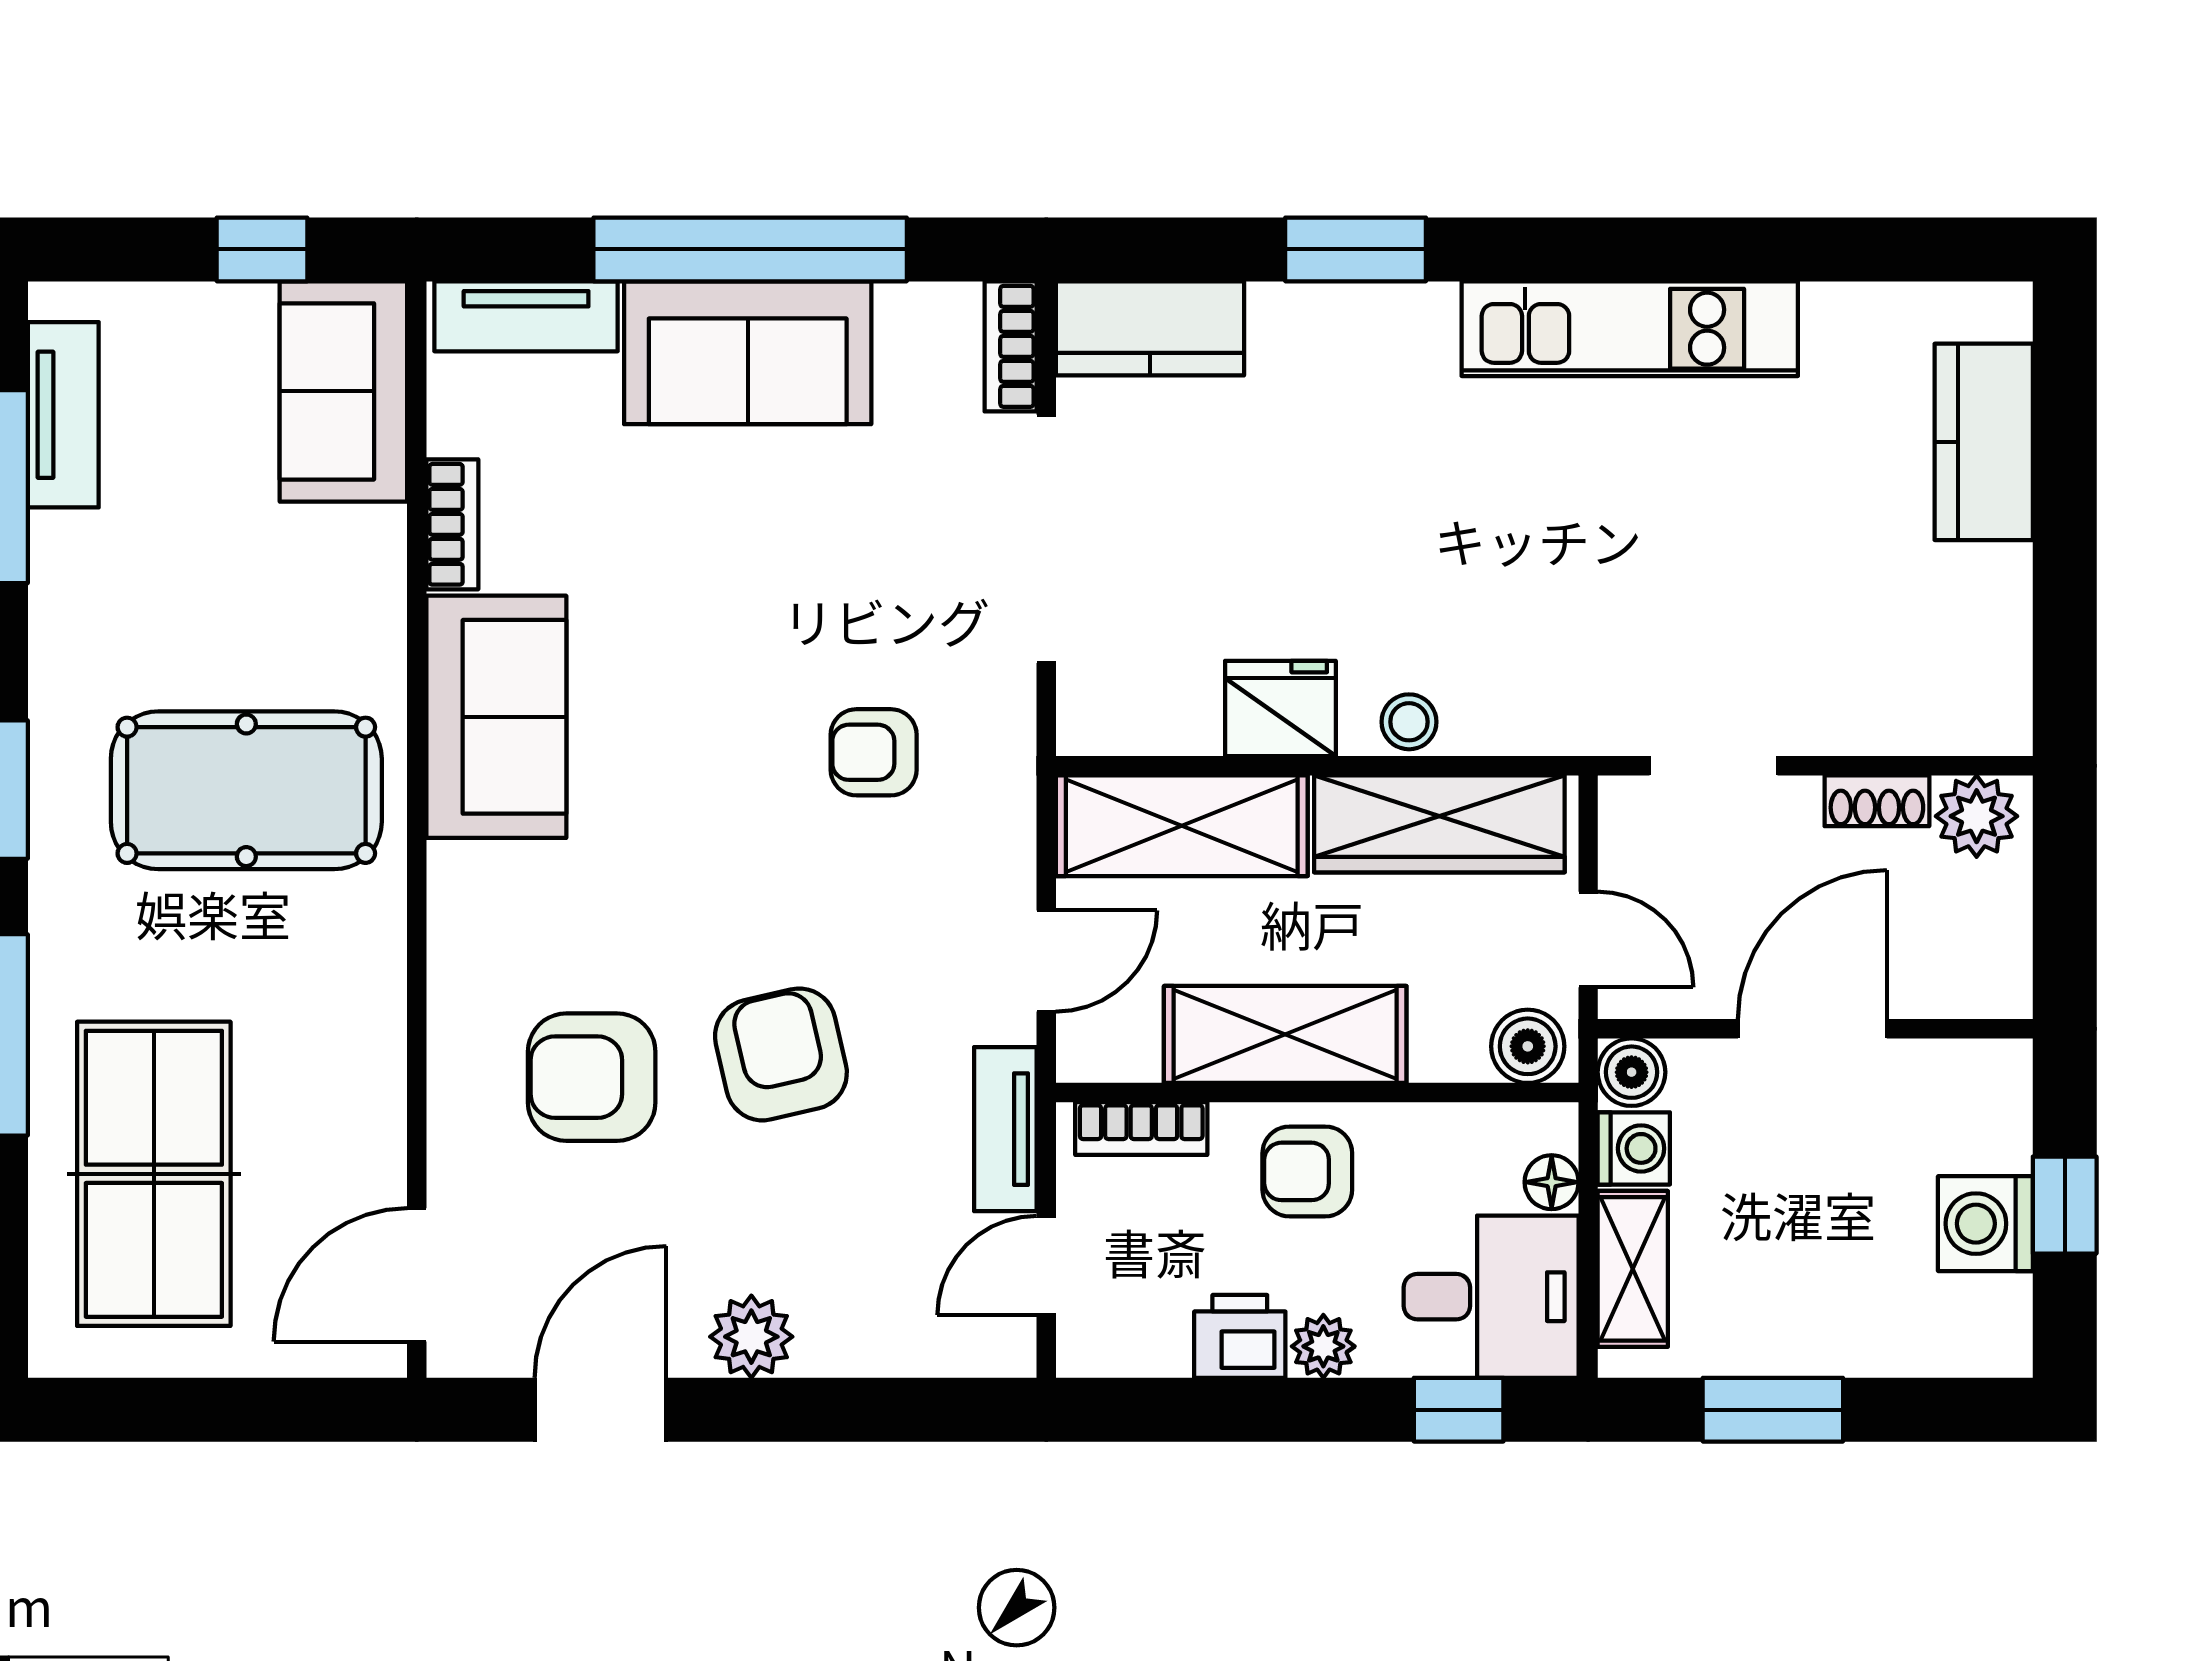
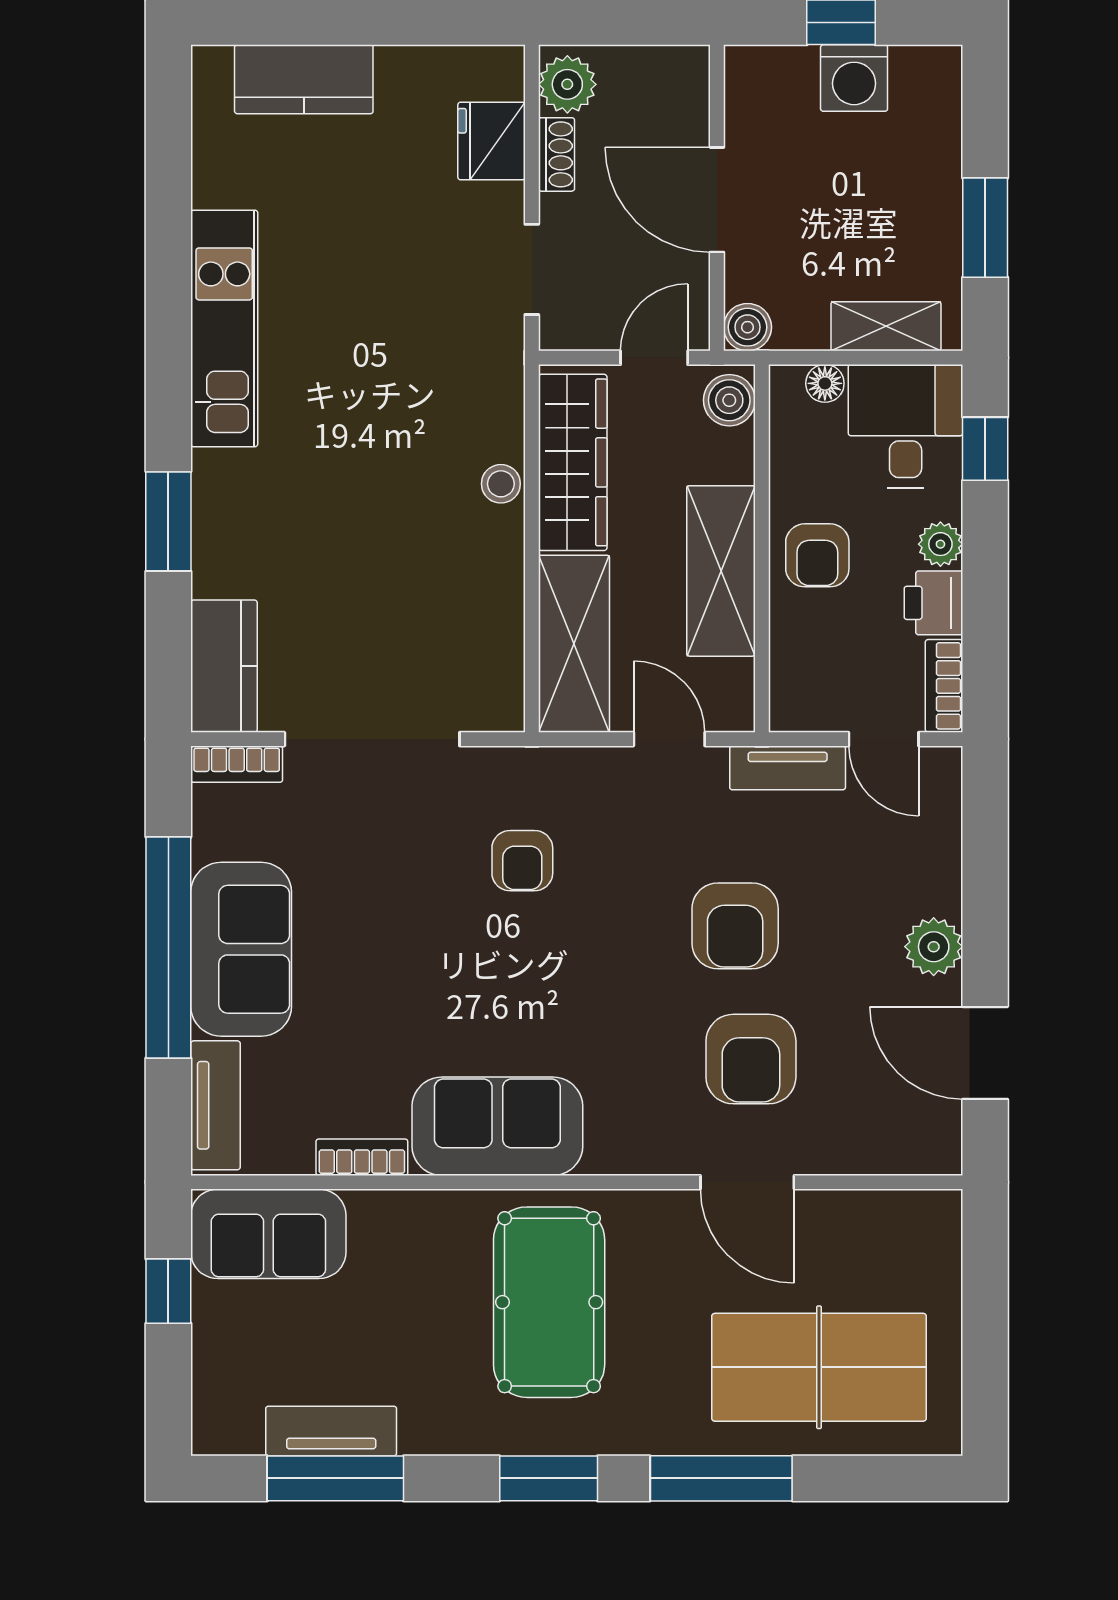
tv unit: (63, 415) -> (331, 1431), moved
fridge: (1280, 709) -> (492, 141), moved
armchair: (781, 1054) -> (735, 926), turned -77
bookcase: (1141, 1129) -> (944, 686), moved, turned 180
washing machine: (1634, 1148) -> (801, 326), removed
door: (417, 1275) -> (747, 1182), moved

